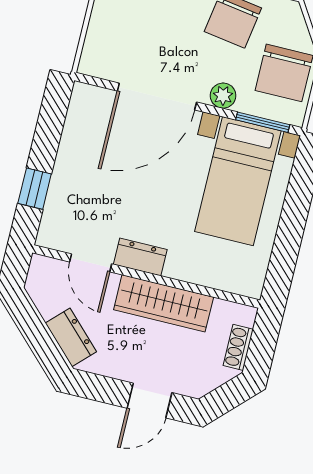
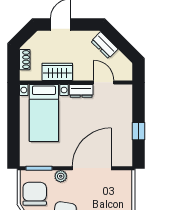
bed with nightstands: (238, 181) -> (44, 113), moved, turned 180
window: (35, 189) -> (139, 131), moved
wardrobe: (164, 303) -> (57, 72), width x0.67

